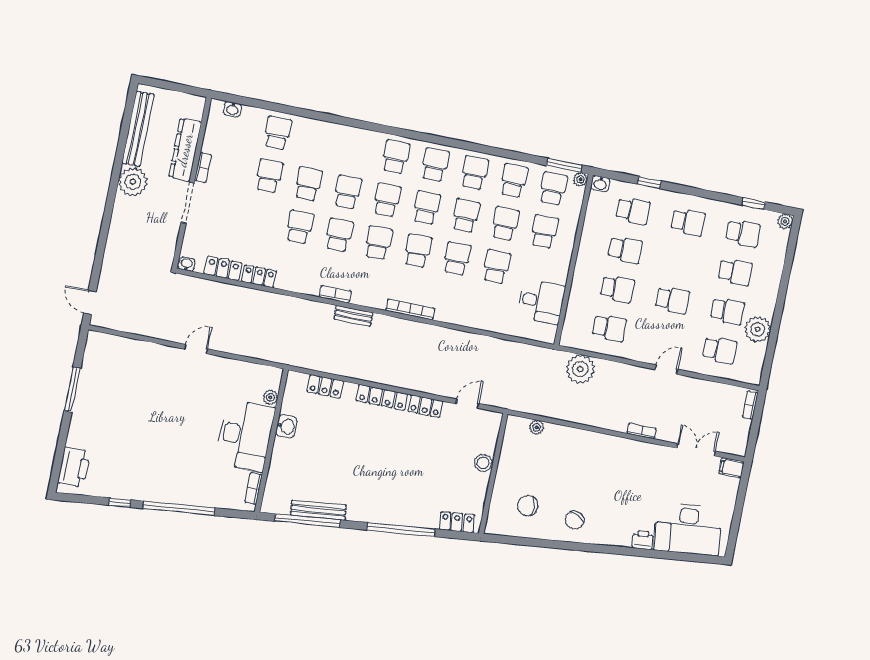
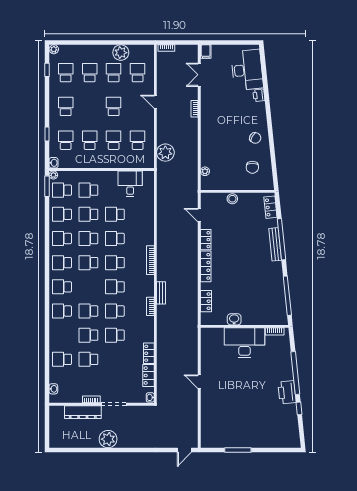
bench: (138, 129) -> (76, 442), removed
school desk: (387, 200) -> (62, 311), moved
plant: (270, 397) -> (219, 332), removed
printer: (74, 467) -> (287, 392), moved, turned -96
bench: (318, 510) -> (275, 244), moved

